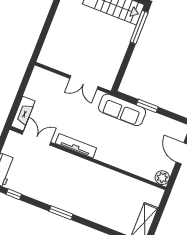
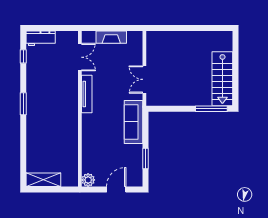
window: (147, 106) -> (146, 159), moved
fireplace: (23, 114) -> (111, 37), moved

